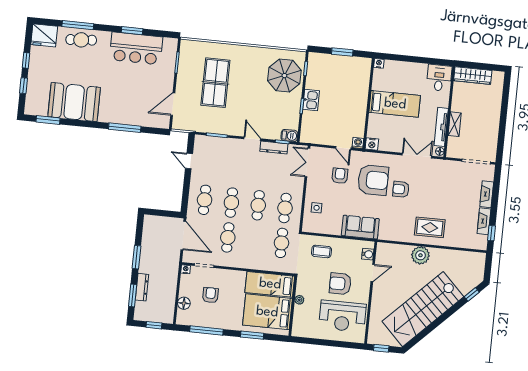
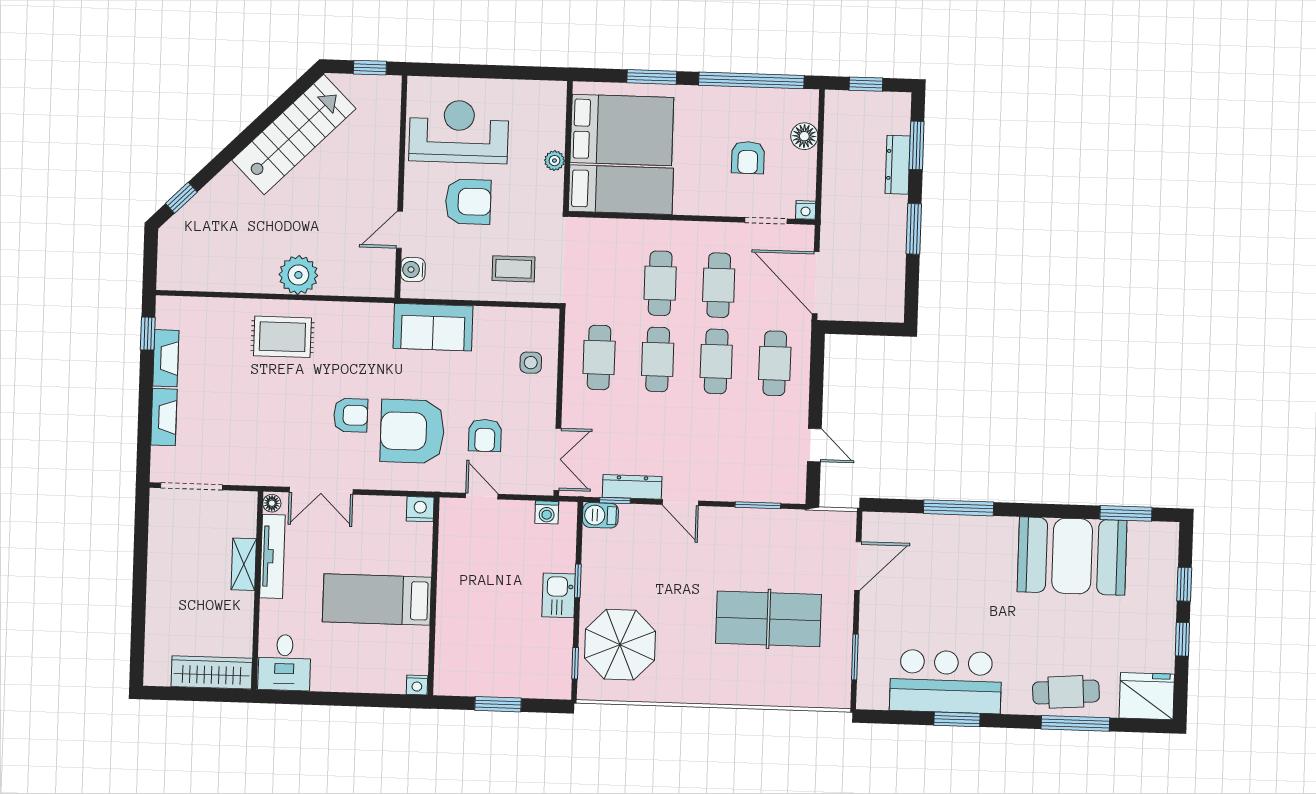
table tennis table: (215, 83) -> (769, 619), turned 90
washing machine: (358, 143) -> (547, 512), moved
cafe table: (281, 243) -> (660, 283), moved
stairs: (423, 309) -> (294, 134), width x0.73, depth x0.66
window: (206, 330) -> (751, 80), width x1.46

